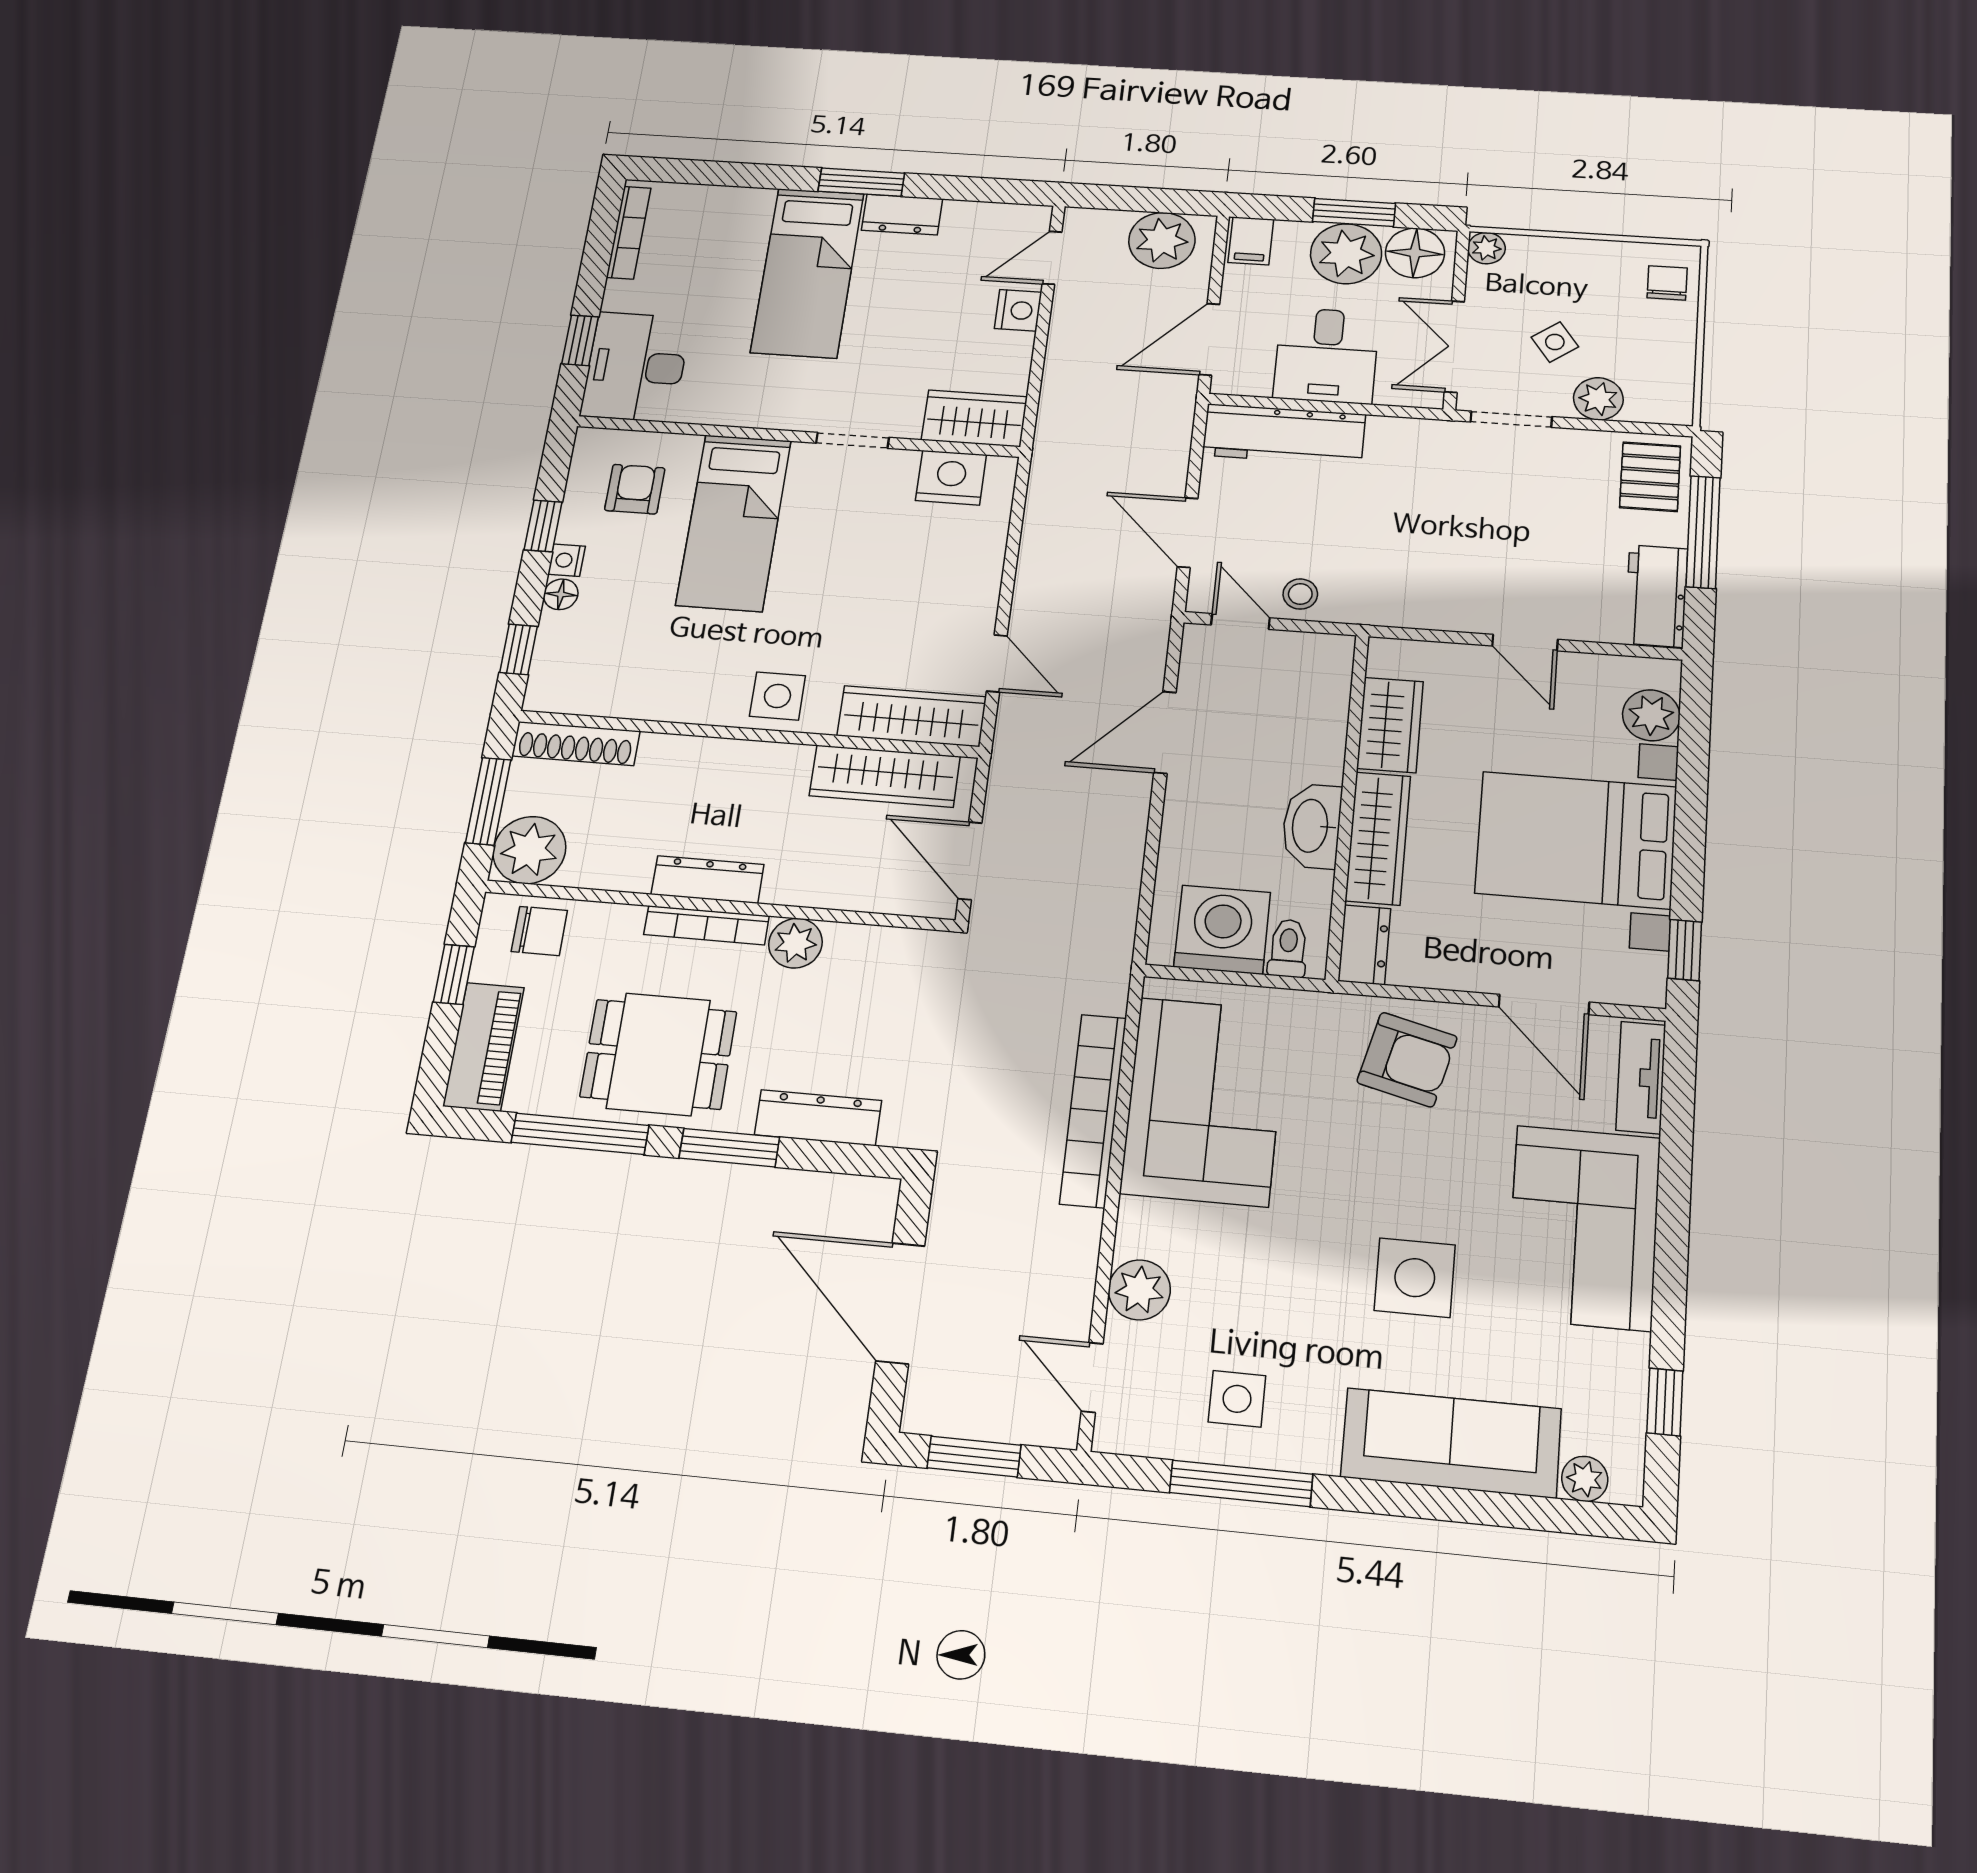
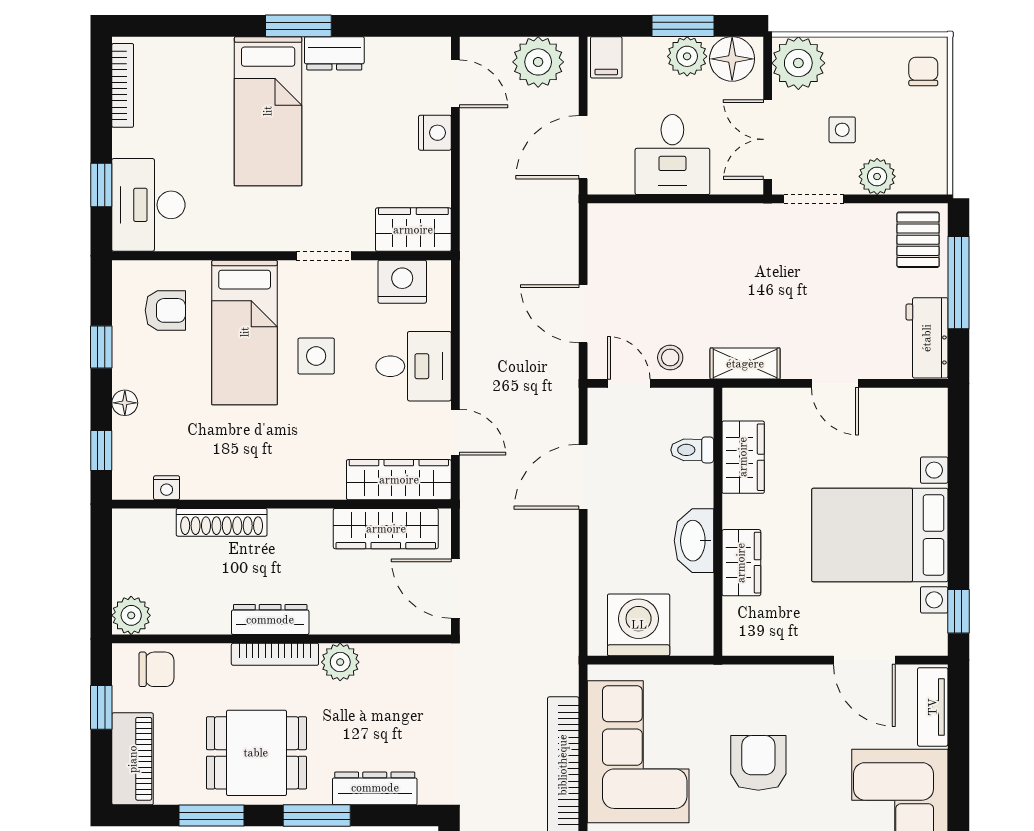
plant: (1486, 248) -> (798, 63), width x1.88, depth x1.88
plant: (1346, 254) -> (687, 56), width x0.73, depth x0.73
door: (1052, 258) -> (455, 84), swing flipped
side table: (1555, 342) -> (842, 130), turned 36
workbench: (1284, 435) -> (647, 226), removed
armchair: (635, 489) -> (165, 310), turned 90
nightstand: (566, 560) -> (167, 488), moved, turned -90
desk: (952, 579) -> (414, 366), added
shelving: (1402, 609) -> (745, 364), added
side table: (777, 696) -> (316, 356), moved
plant: (1651, 715) -> (928, 434), removed
shoe rack: (576, 744) -> (222, 522), moved
window: (488, 801) -> (101, 573), removed
wardrobe: (1378, 838) -> (741, 563), width x0.67
plant: (529, 850) -> (131, 615), width x0.73, depth x0.73
dresser: (1364, 945) -> (738, 627), removed
toilet: (1288, 948) -> (692, 450), moved, turned -90
armchair: (1407, 1060) -> (758, 763), moved, turned -104
window: (580, 1134) -> (212, 816), width x0.69

